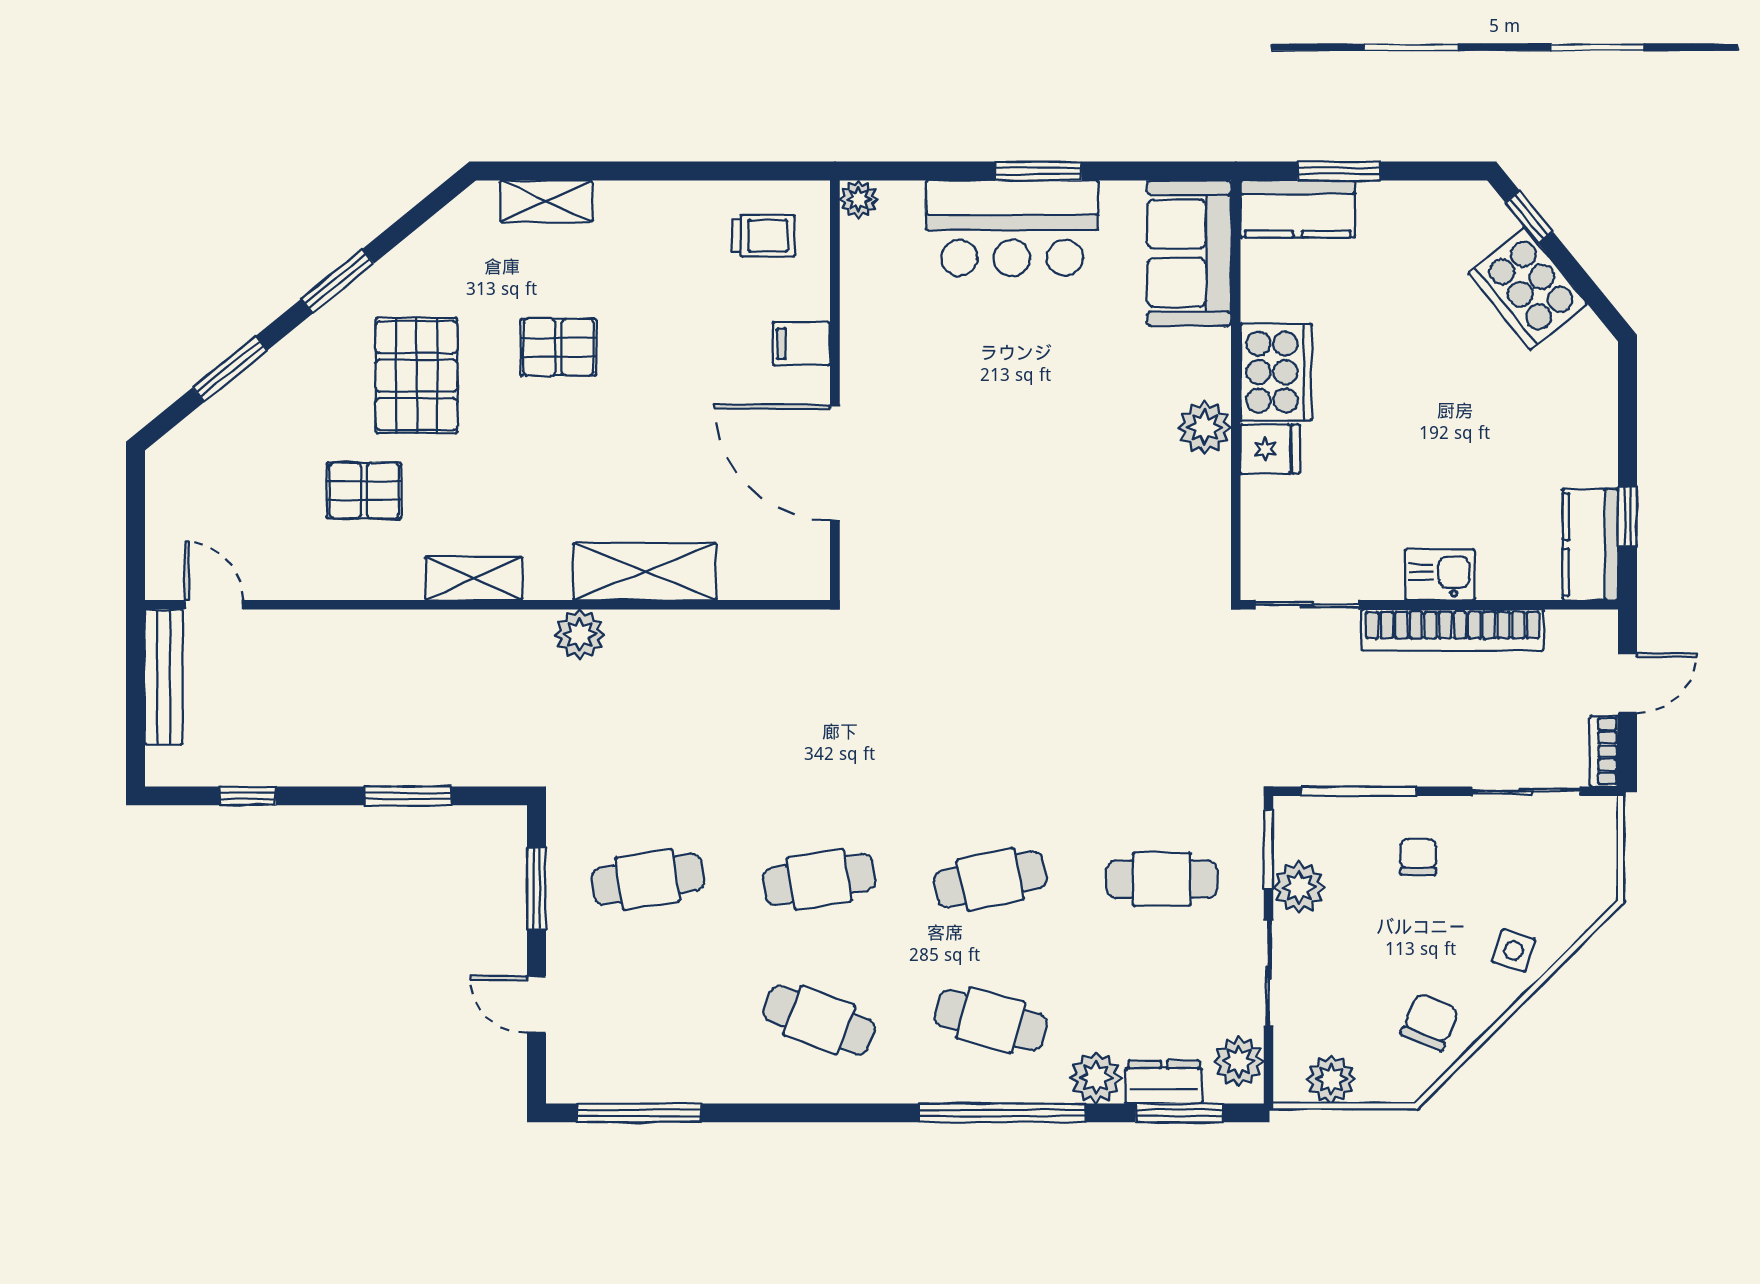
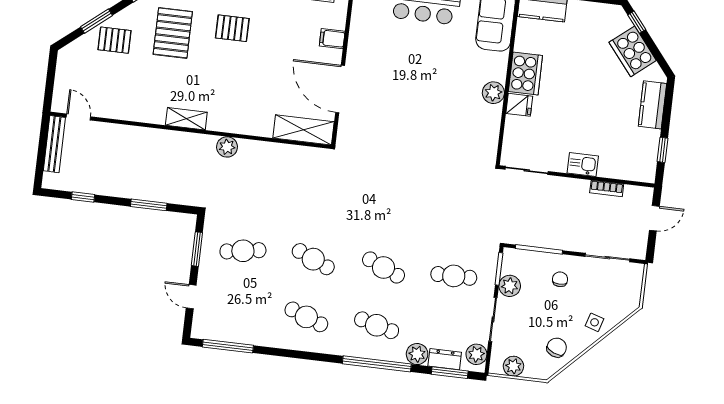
pallet: (364, 491) -> (114, 40), moved
kitchen counter: (1590, 544) -> (652, 105), moved
shelving: (645, 571) -> (304, 130), moved
bookcase: (1453, 630) -> (607, 188), width x0.43, depth x0.76
bookcase: (1604, 751) -> (641, 245), removed
cafe table: (819, 879) -> (313, 259), turned 33
cafe table: (990, 879) -> (383, 268), turned 36

